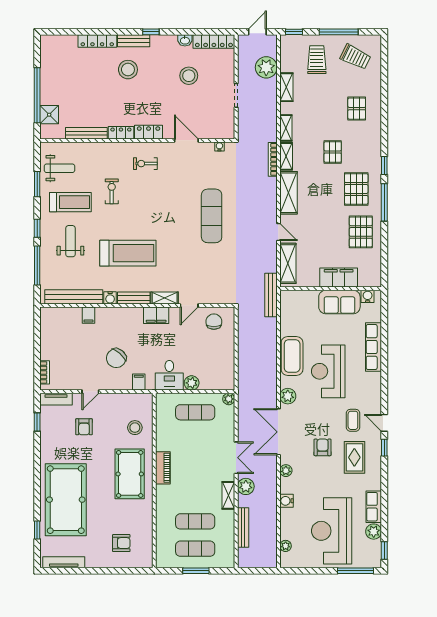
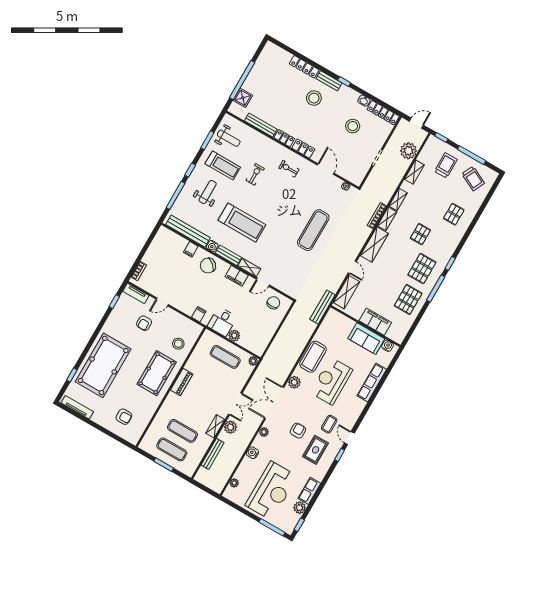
chair: (116, 358) -> (208, 266), moved
reception desk: (332, 531) -> (271, 491), turned 180

